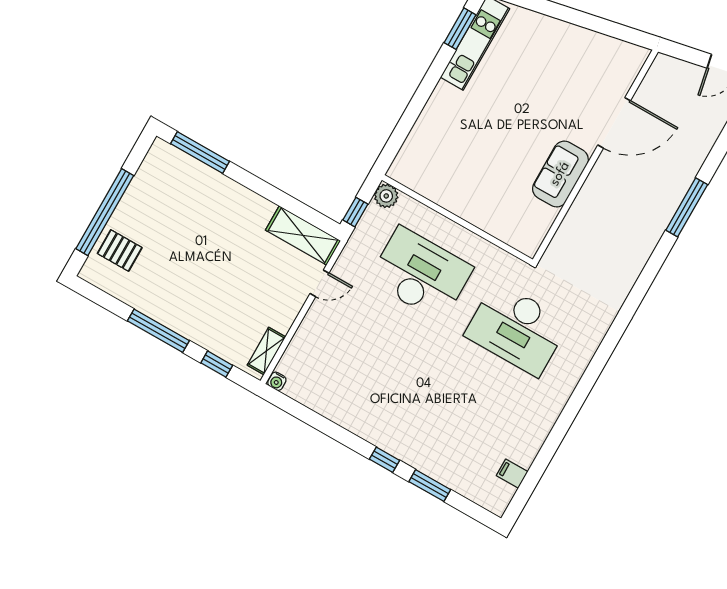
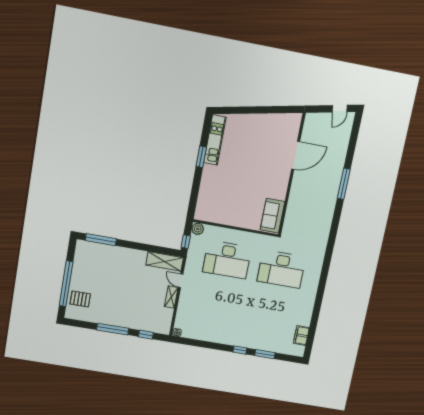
window: (460, 29) -> (201, 157), moved
sofa: (560, 174) -> (273, 216), moved
desk: (421, 274) -> (227, 260), turned 180
door: (319, 283) -> (181, 281), swing flipped
shelving: (266, 351) -> (171, 297), moved
filing cabinet: (512, 474) -> (301, 336), width x2.00

